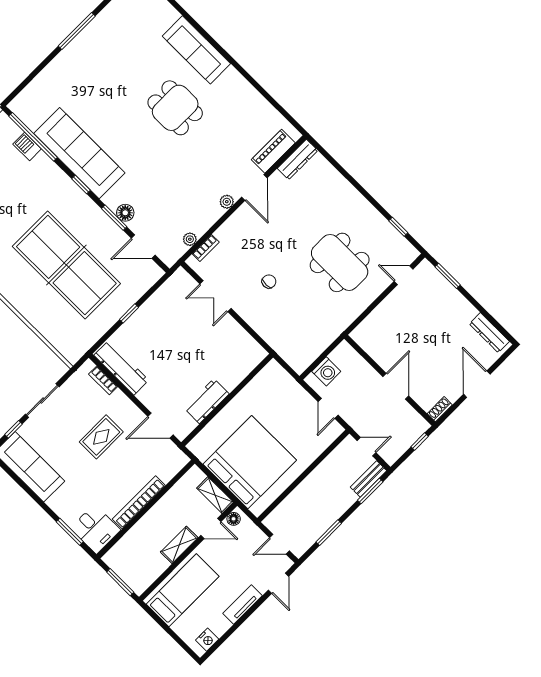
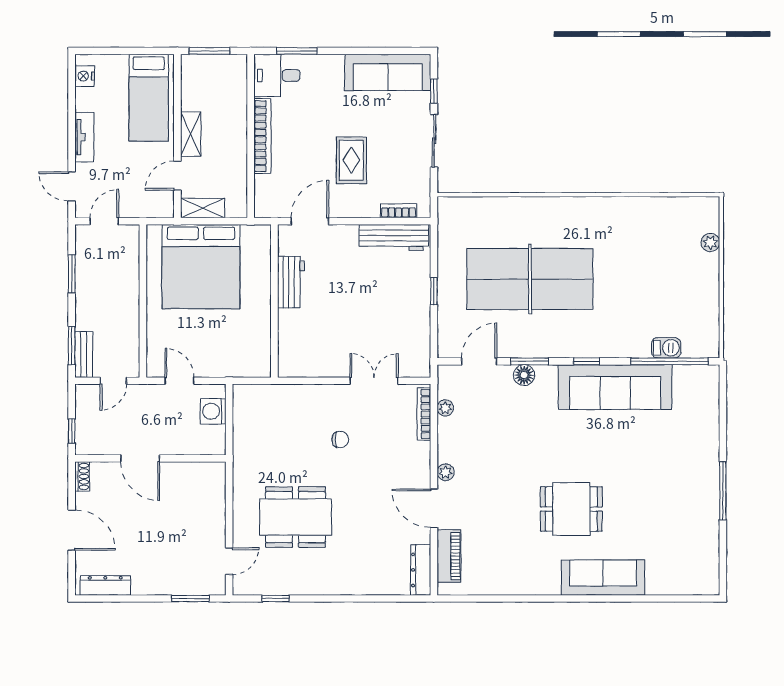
bookcase: (206, 248) -> (424, 414), width x1.56
chair: (269, 282) -> (340, 440), turned -90
floor lamp: (234, 519) -> (166, 204), removed

